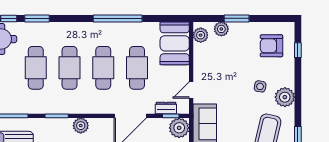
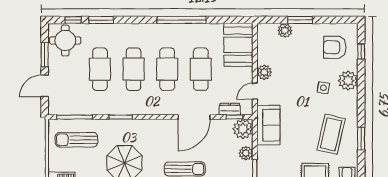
plant: (201, 35) -> (264, 72), moved
plant: (285, 97) -> (348, 81), moved
plant: (81, 126) -> (145, 127), removed

